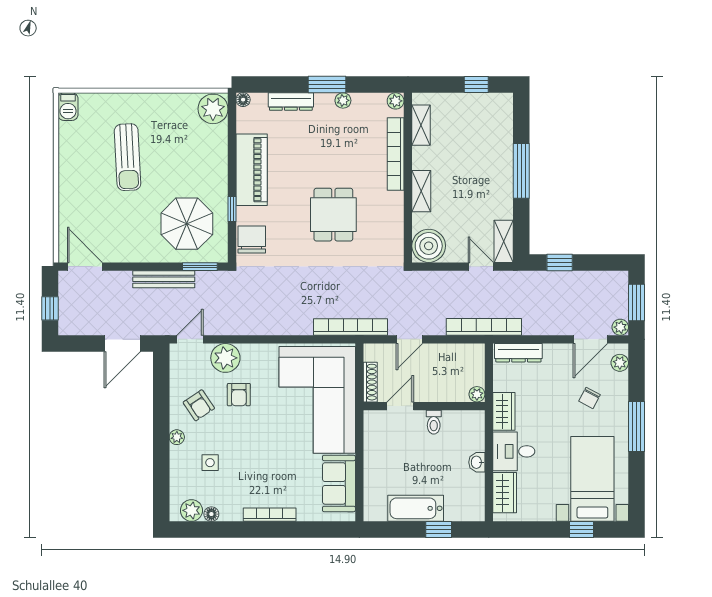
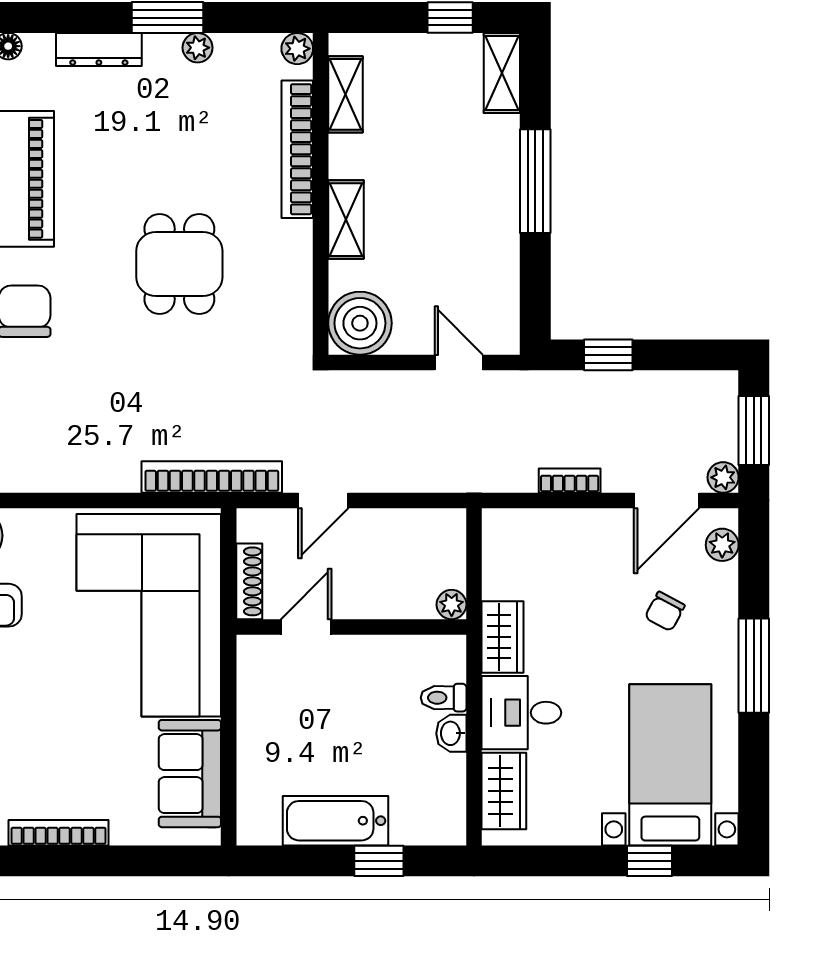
shelving: (504, 241) -> (502, 73), moved
bookcase: (484, 327) -> (570, 481), moved, width x0.43, depth x0.76
dresser: (518, 353) -> (530, 526), removed
toilet: (434, 422) -> (444, 698), moved, turned 90

